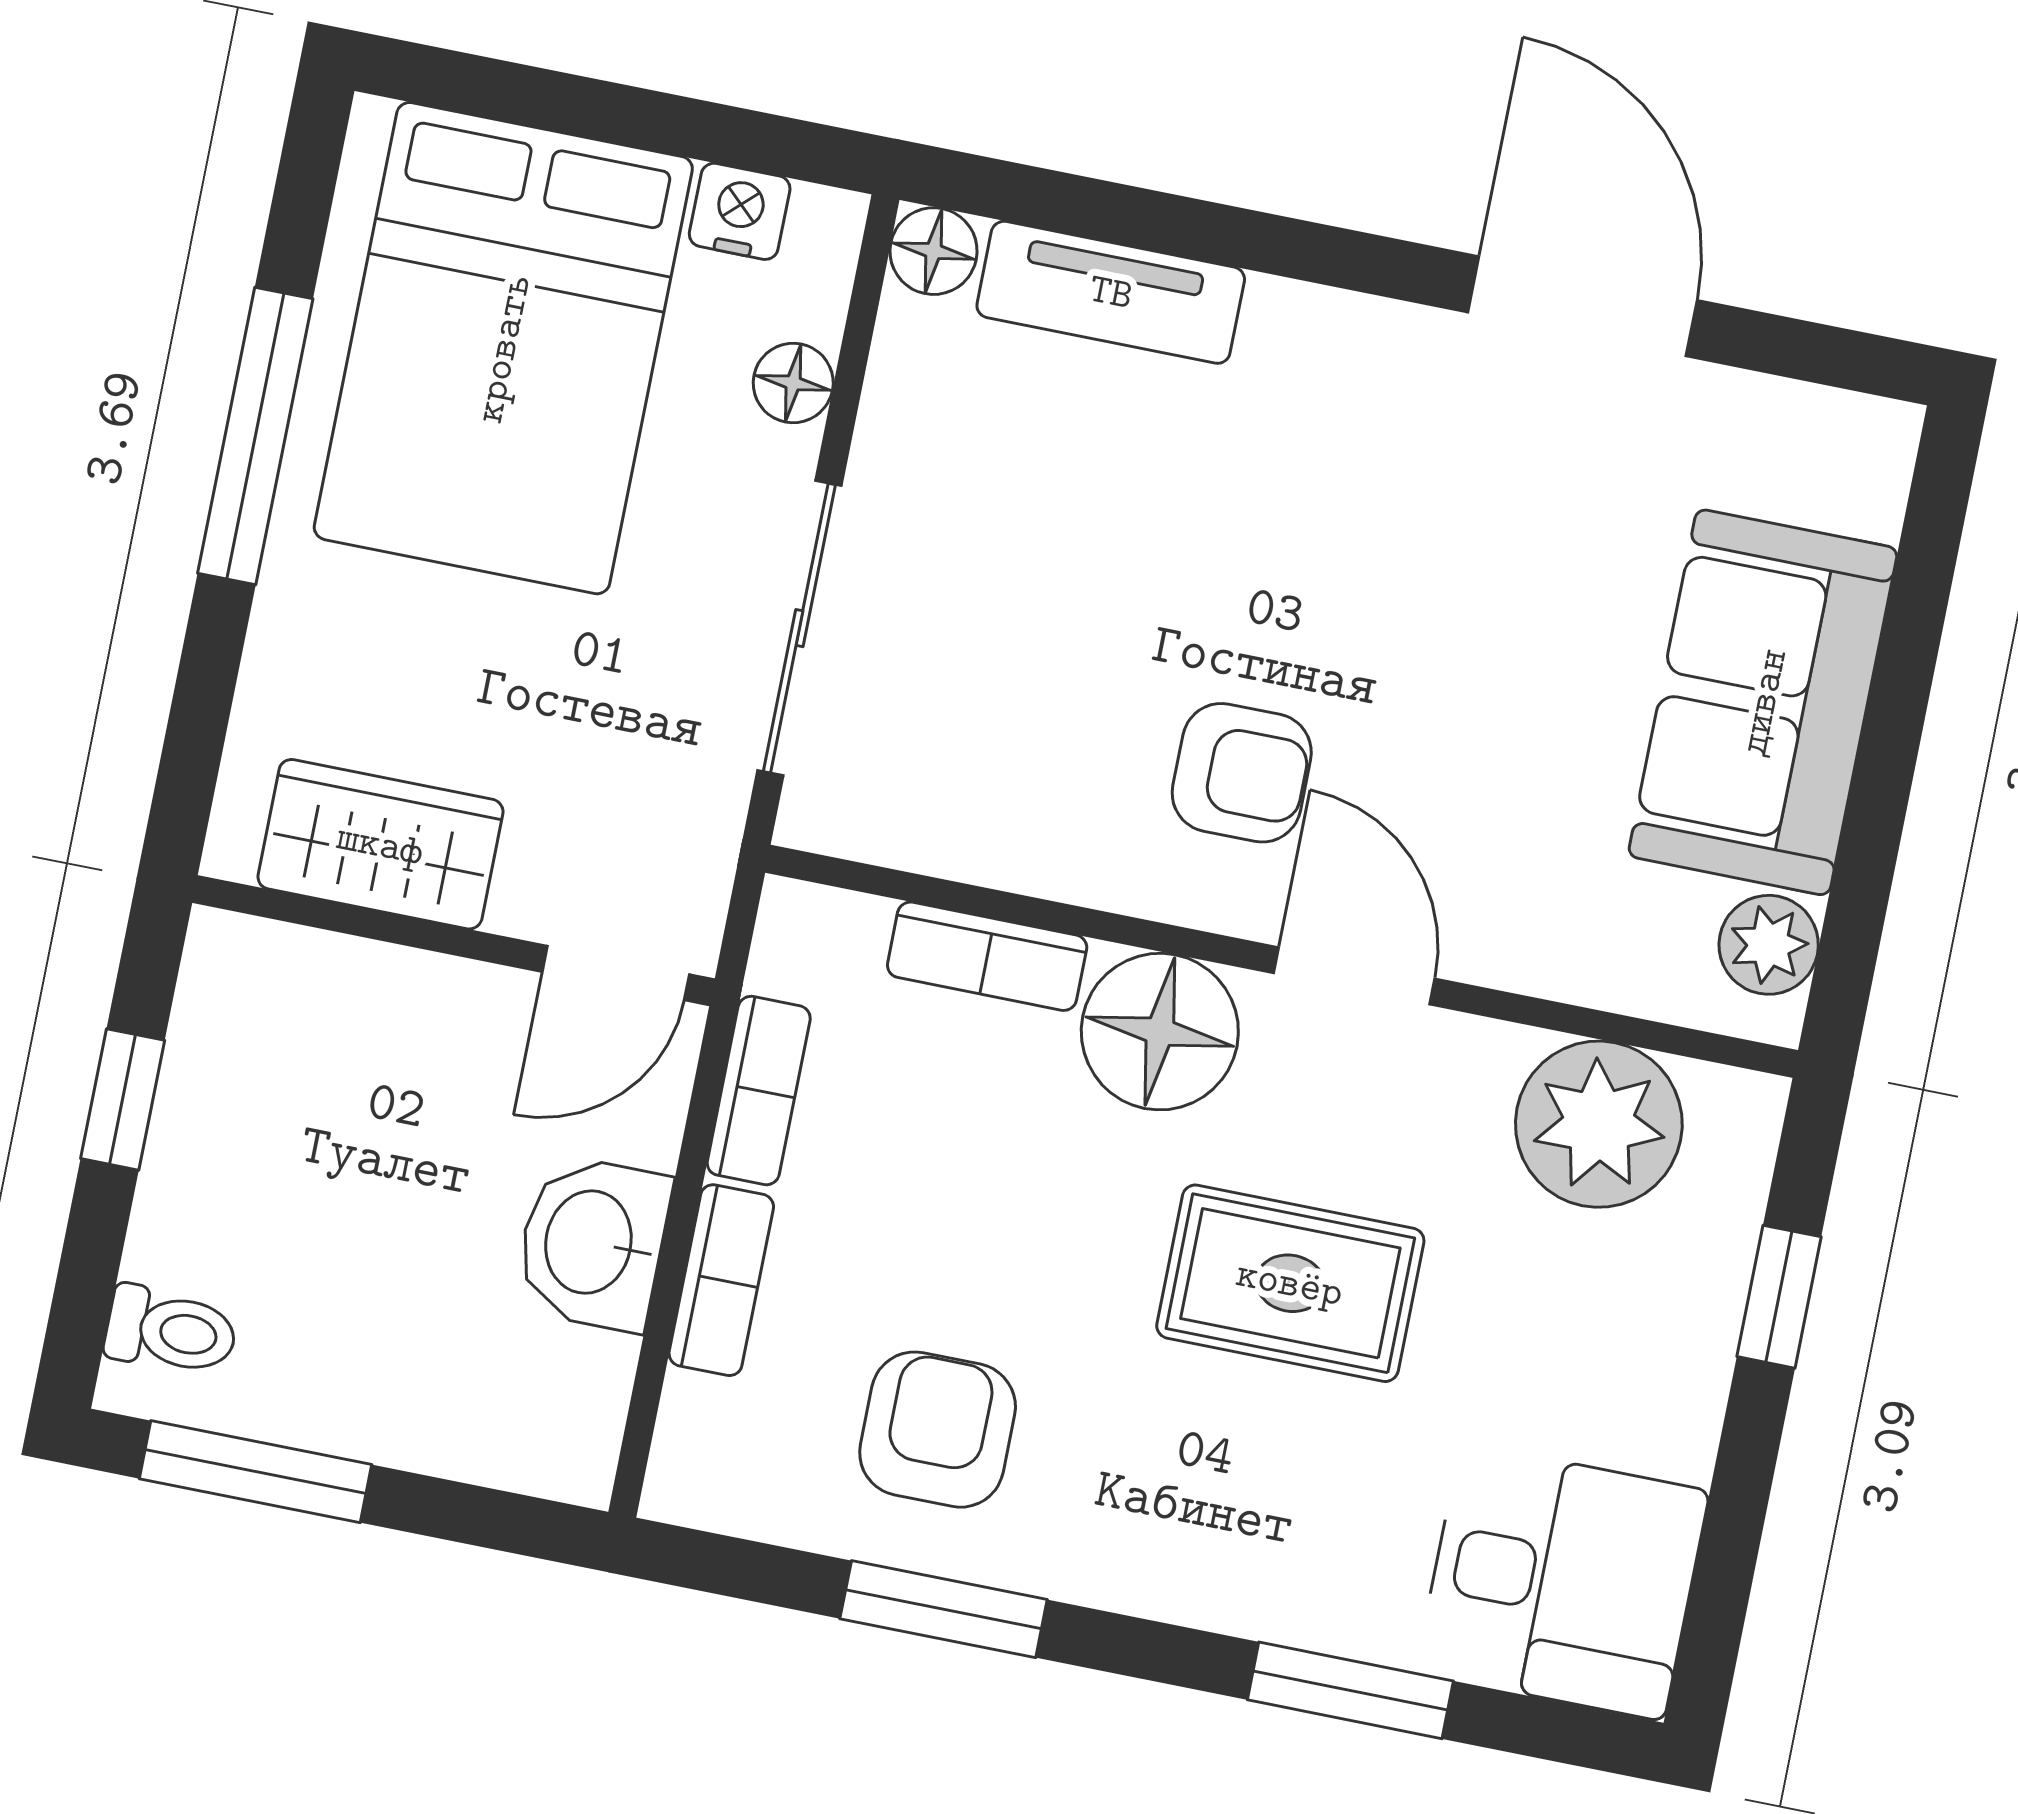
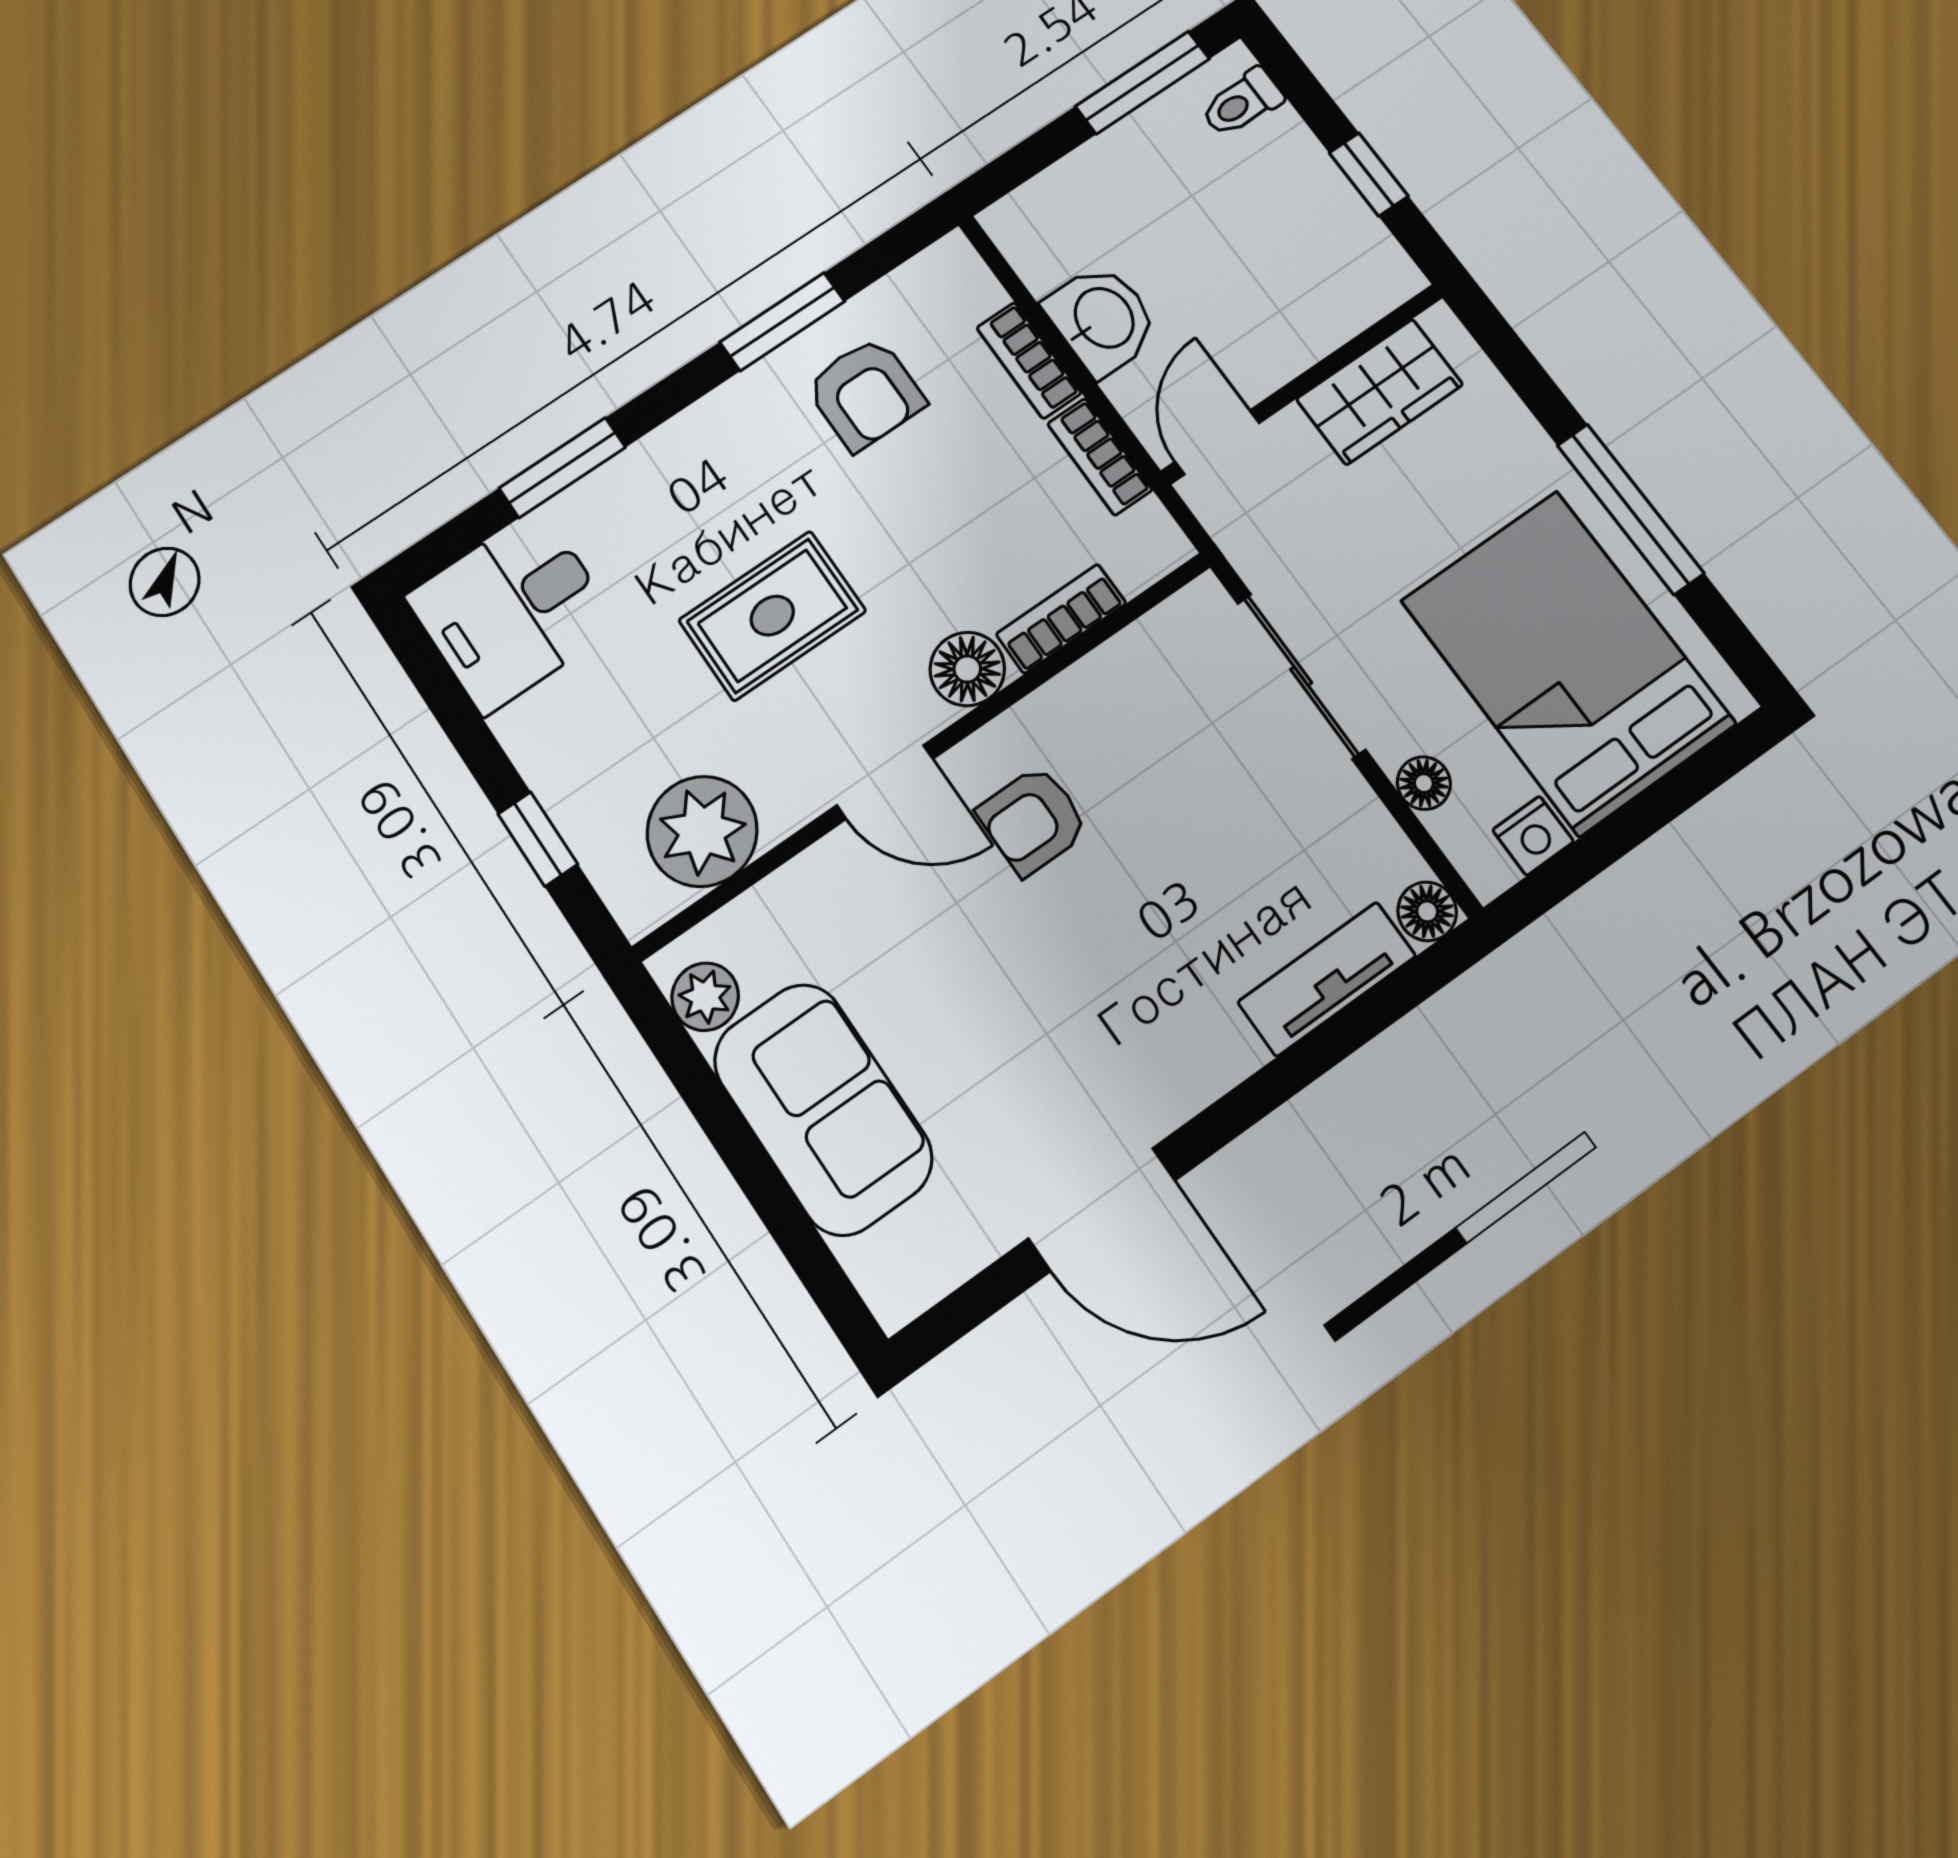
floor lamp: (1160, 1032) -> (967, 669), width x0.73, depth x0.73

